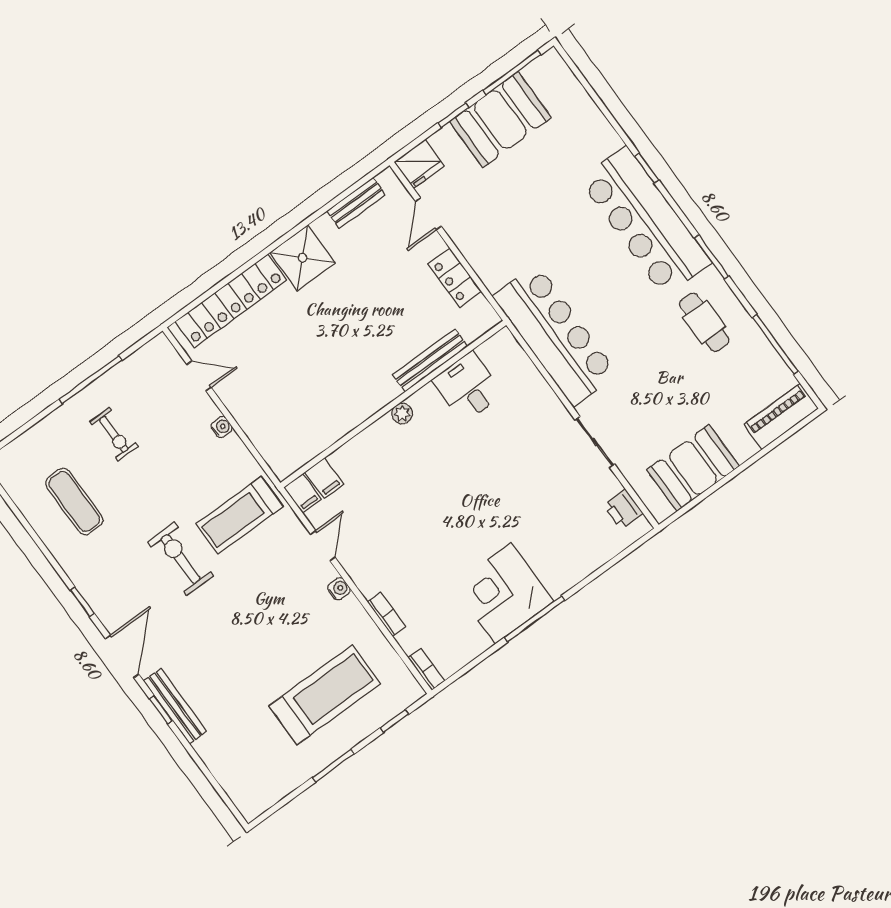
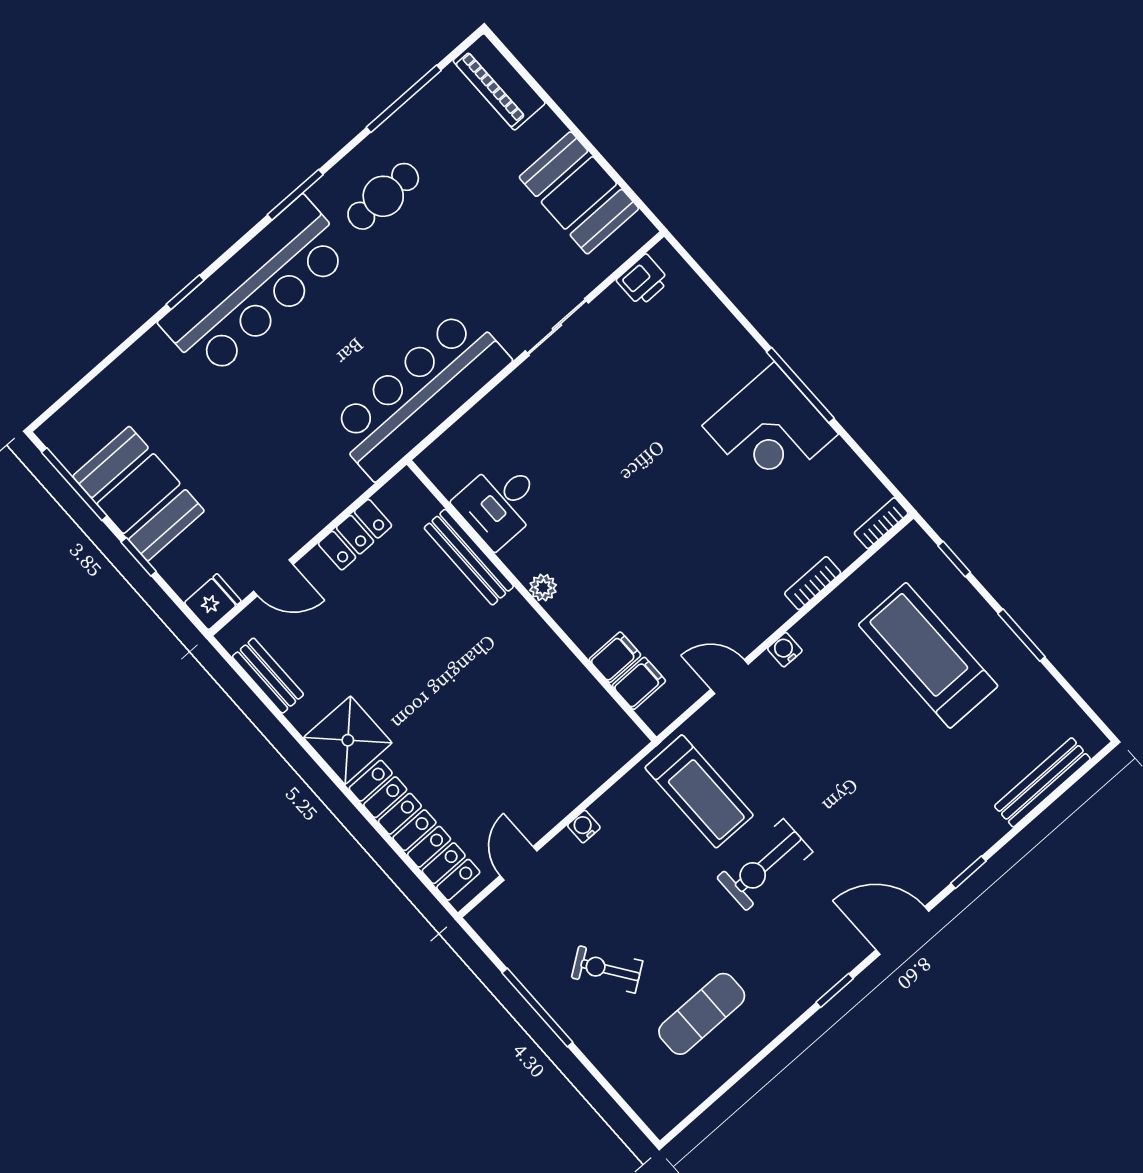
fridge: (419, 164) -> (213, 602), width x0.72
exercise bike: (114, 434) -> (607, 969), turned -125
filing cabinet: (303, 493) -> (615, 657), moved
bench: (175, 706) -> (1042, 782), moved

